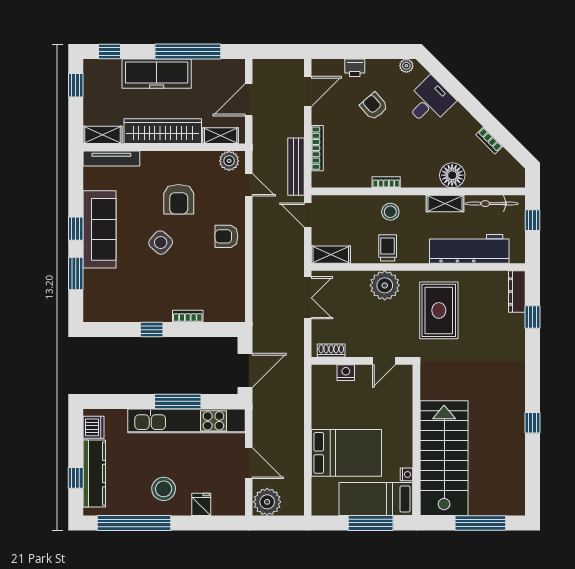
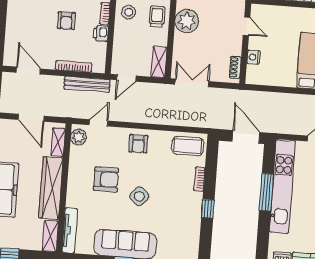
printer: (355, 68) -> (101, 34), moved, turned 180
armchair: (374, 106) -> (66, 21), moved, turned -49
trolley: (388, 248) -> (157, 17), turned 90
coffee table: (228, 298) -> (188, 146), added

